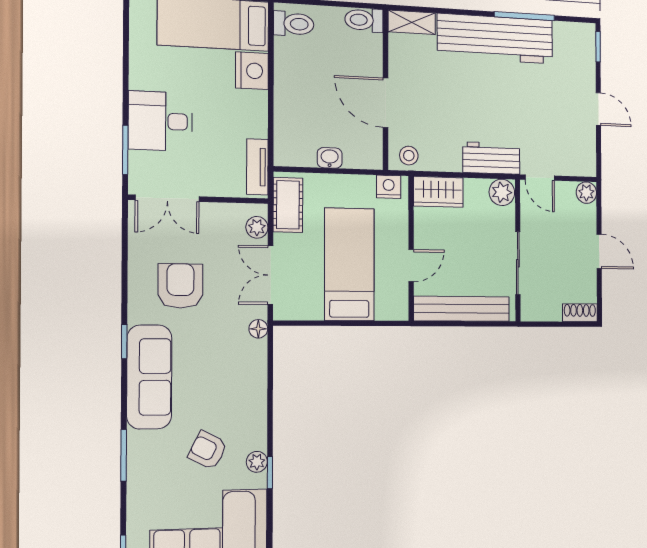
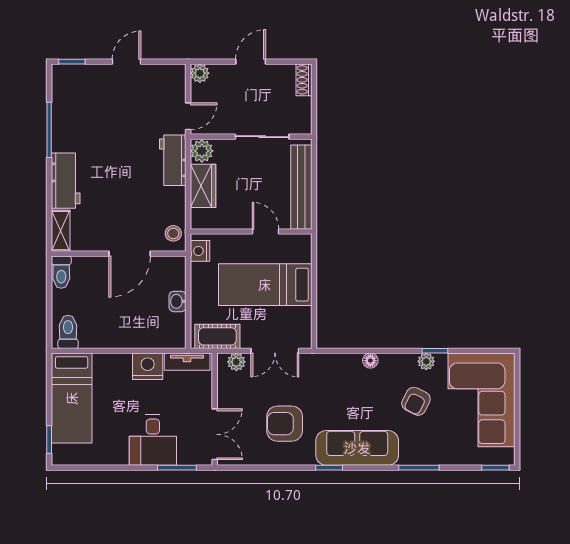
workbench: (495, 39) -> (66, 181), width x0.53, depth x0.76
nightstand: (252, 71) -> (148, 366), moved
wardrobe: (438, 192) -> (203, 186), moved
floor lamp: (258, 329) -> (370, 361), moved

